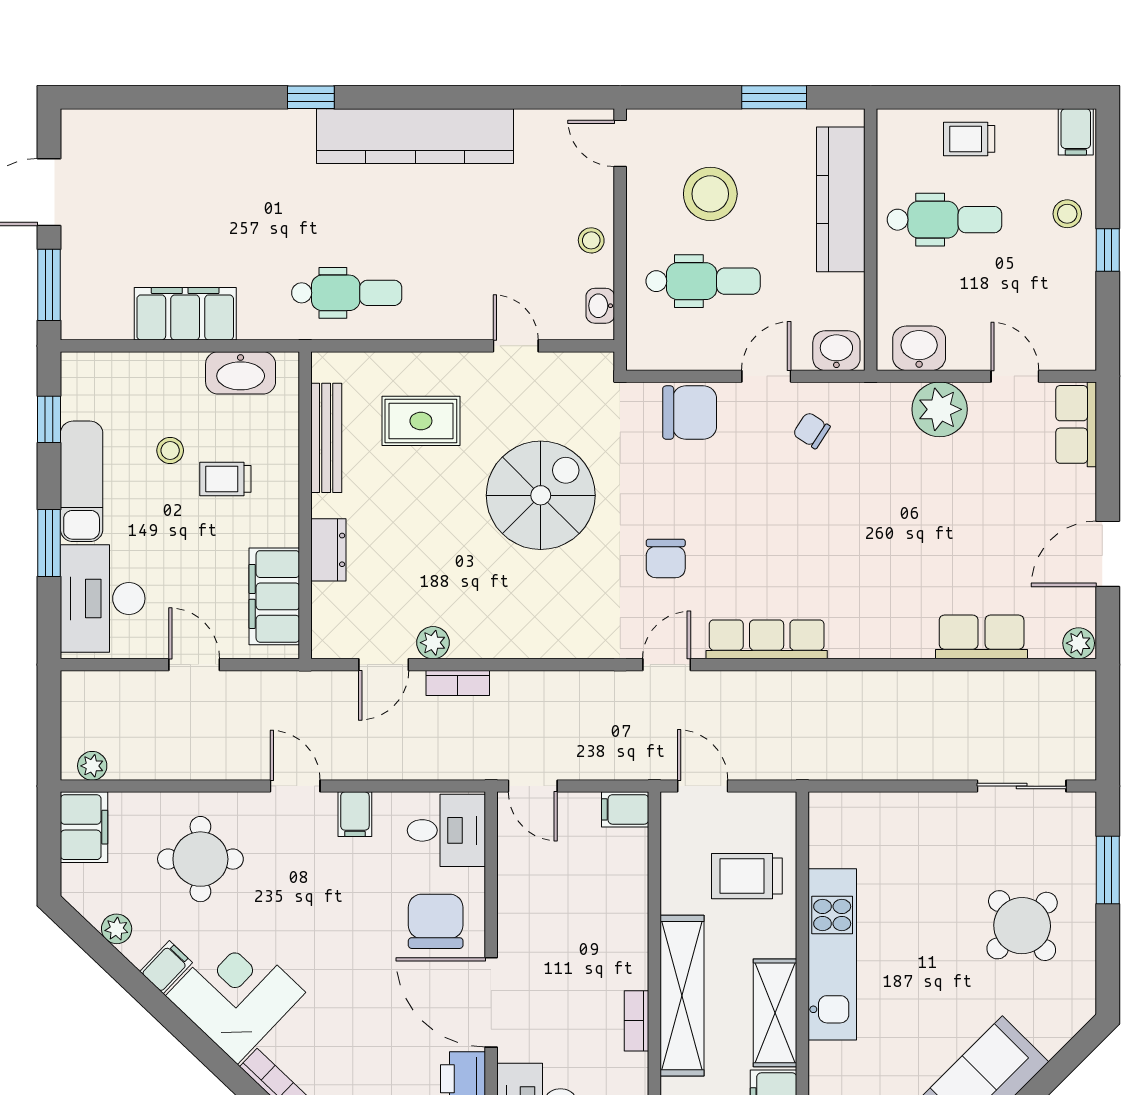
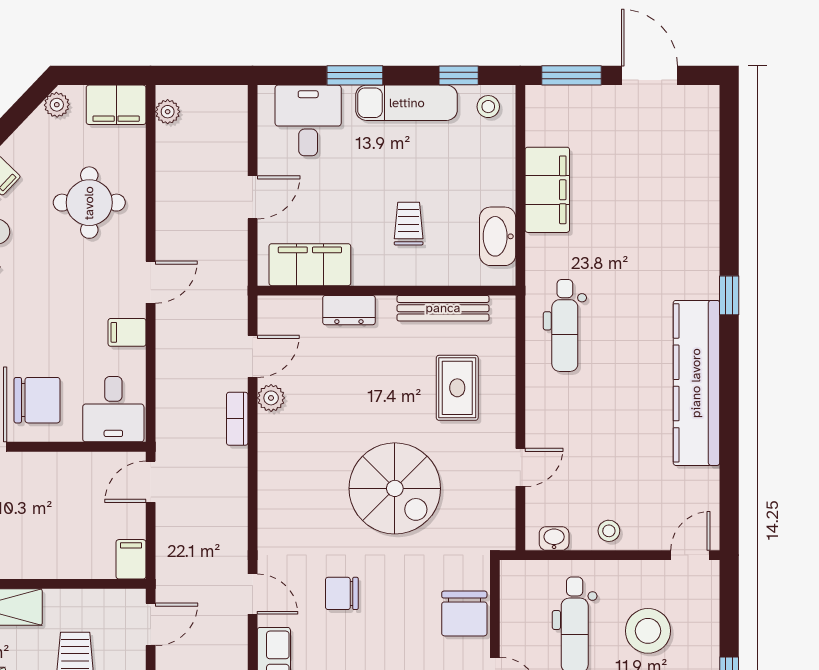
stool: (170, 450) -> (488, 107), moved
desk: (103, 599) -> (308, 120), width x0.73
door: (384, 665) -> (253, 356), swing flipped
plant: (117, 929) -> (57, 105), moved

